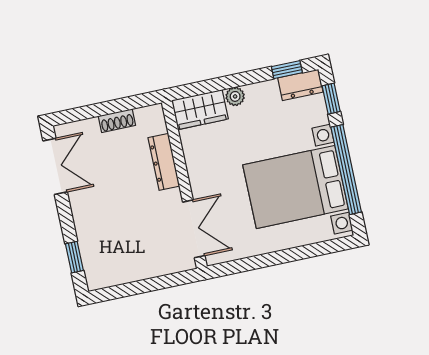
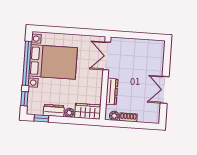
dresser: (300, 85) -> (54, 111), moved
plant: (145, 116) -> (114, 116), added
double door: (55, 166) -> (165, 90), moved
window: (74, 257) -> (167, 59), removed

